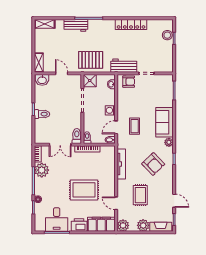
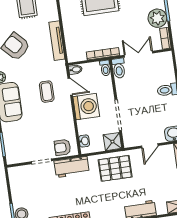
door: (62, 73) -> (150, 146), hinge flipped
washing machine: (110, 110) -> (86, 107), width x1.89, depth x1.89
door: (116, 127) -> (70, 87), hinge flipped

